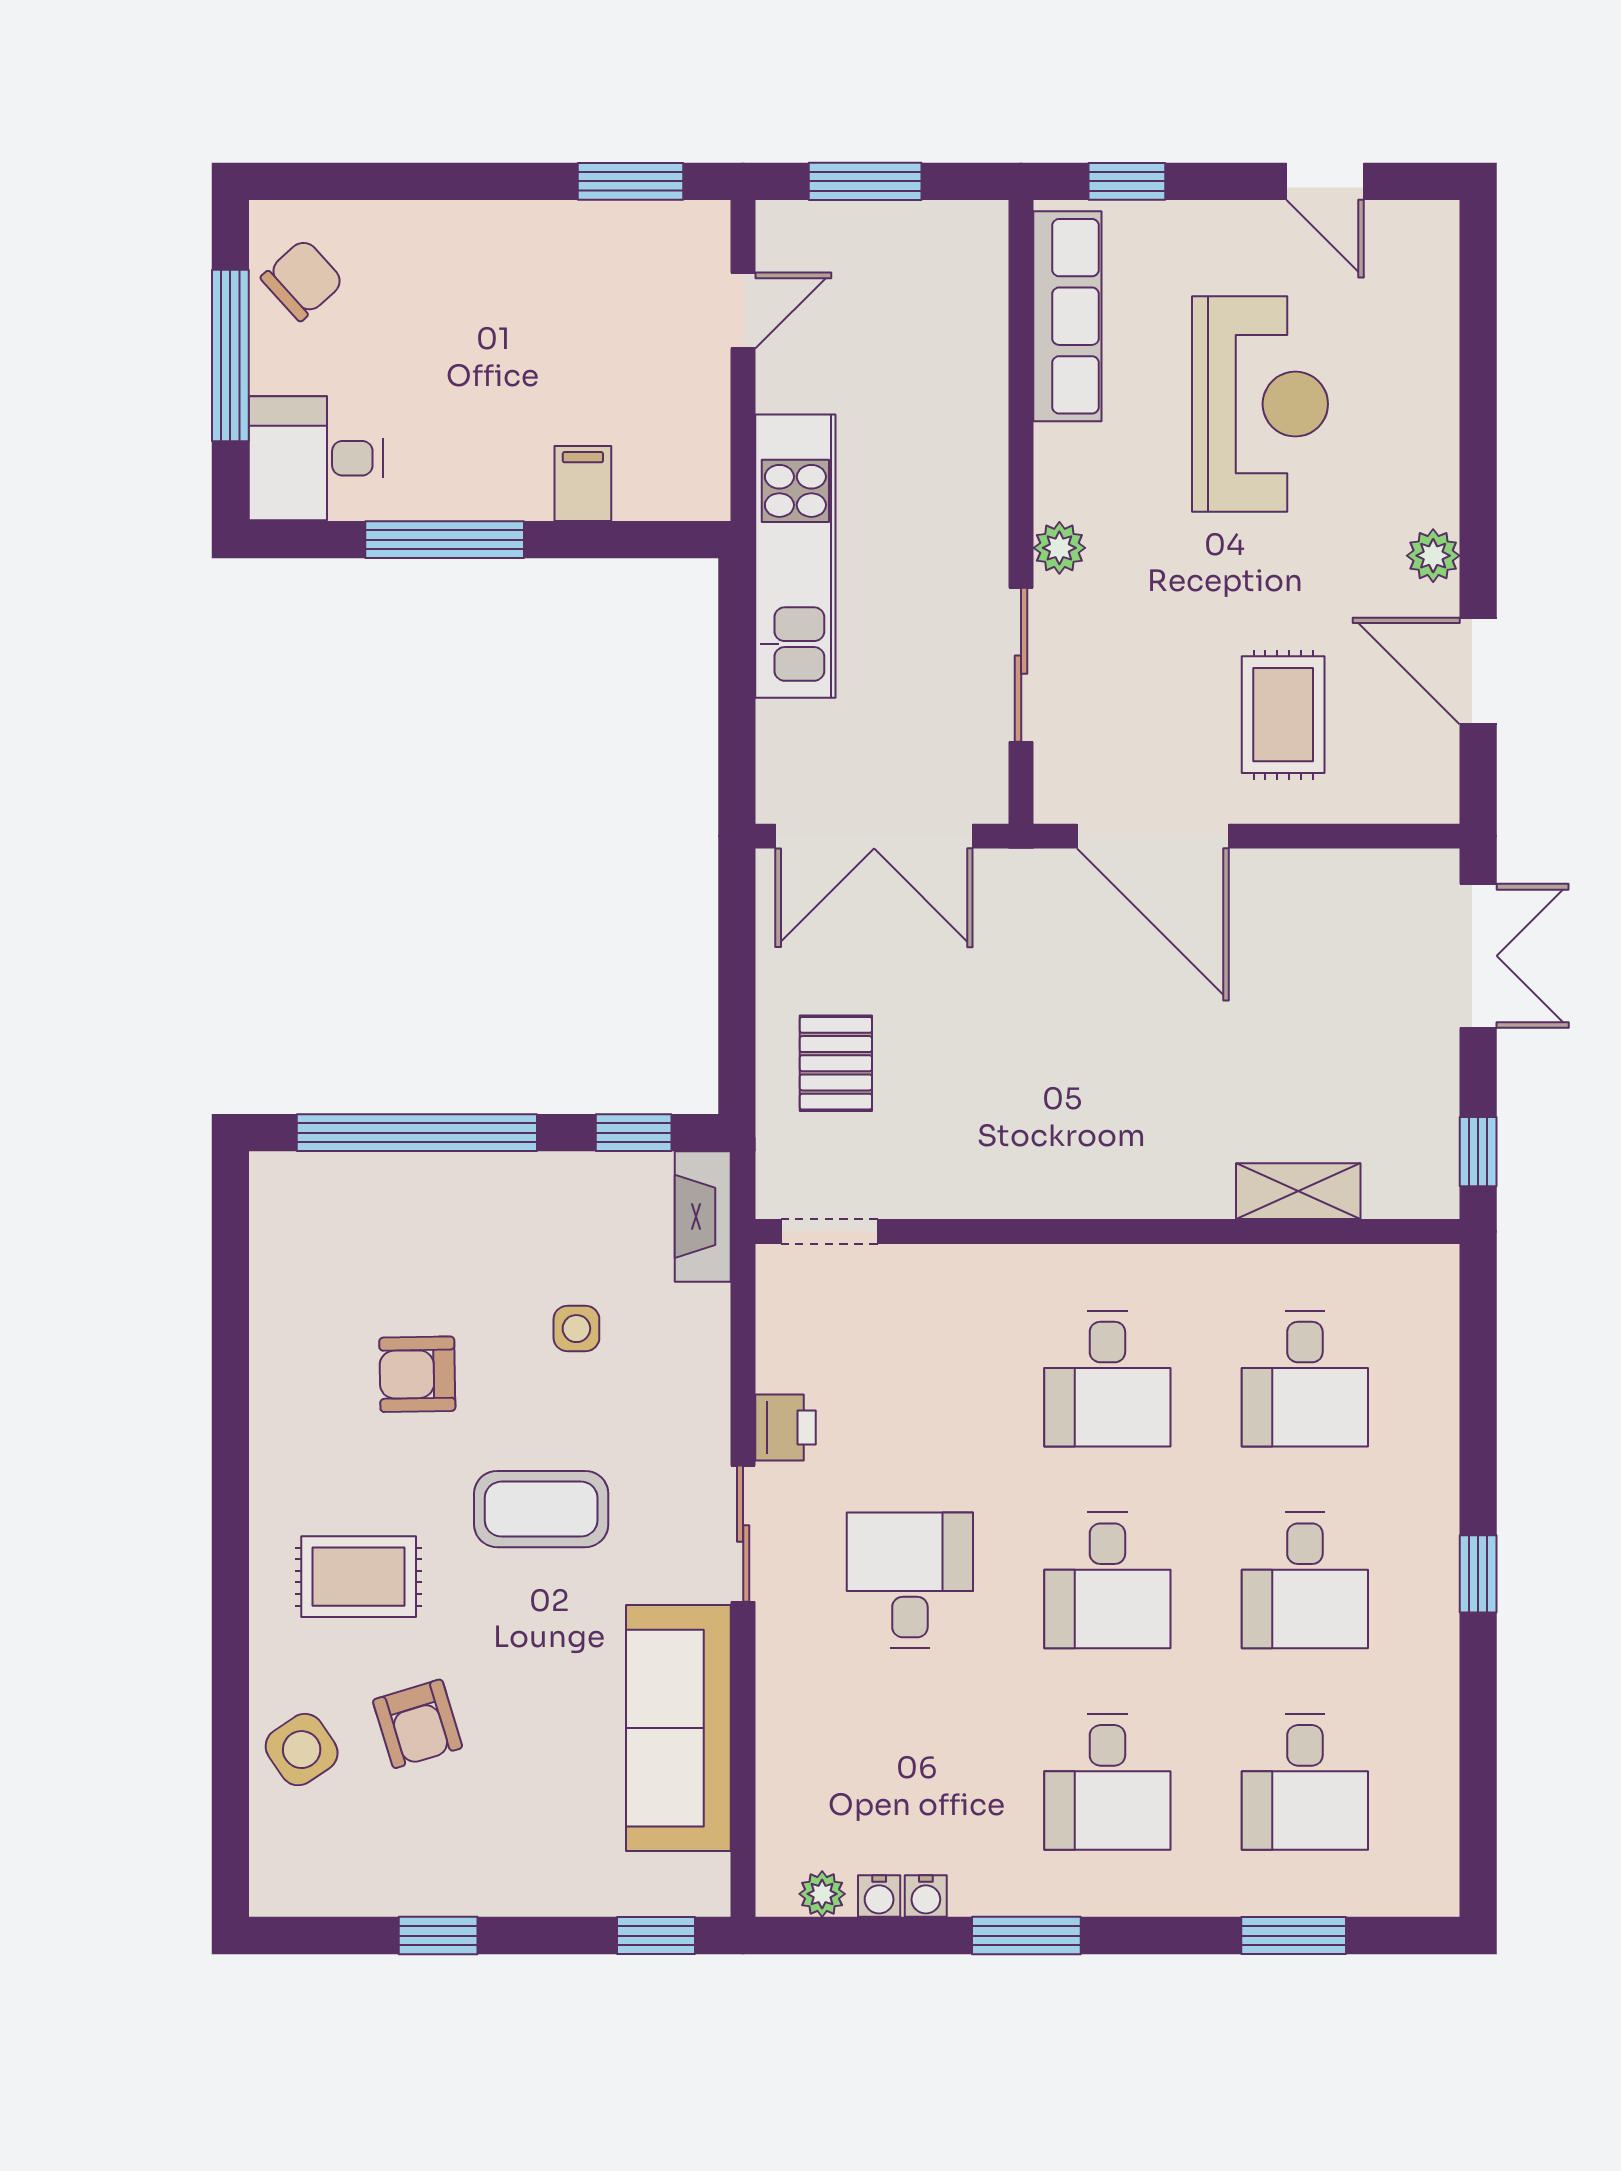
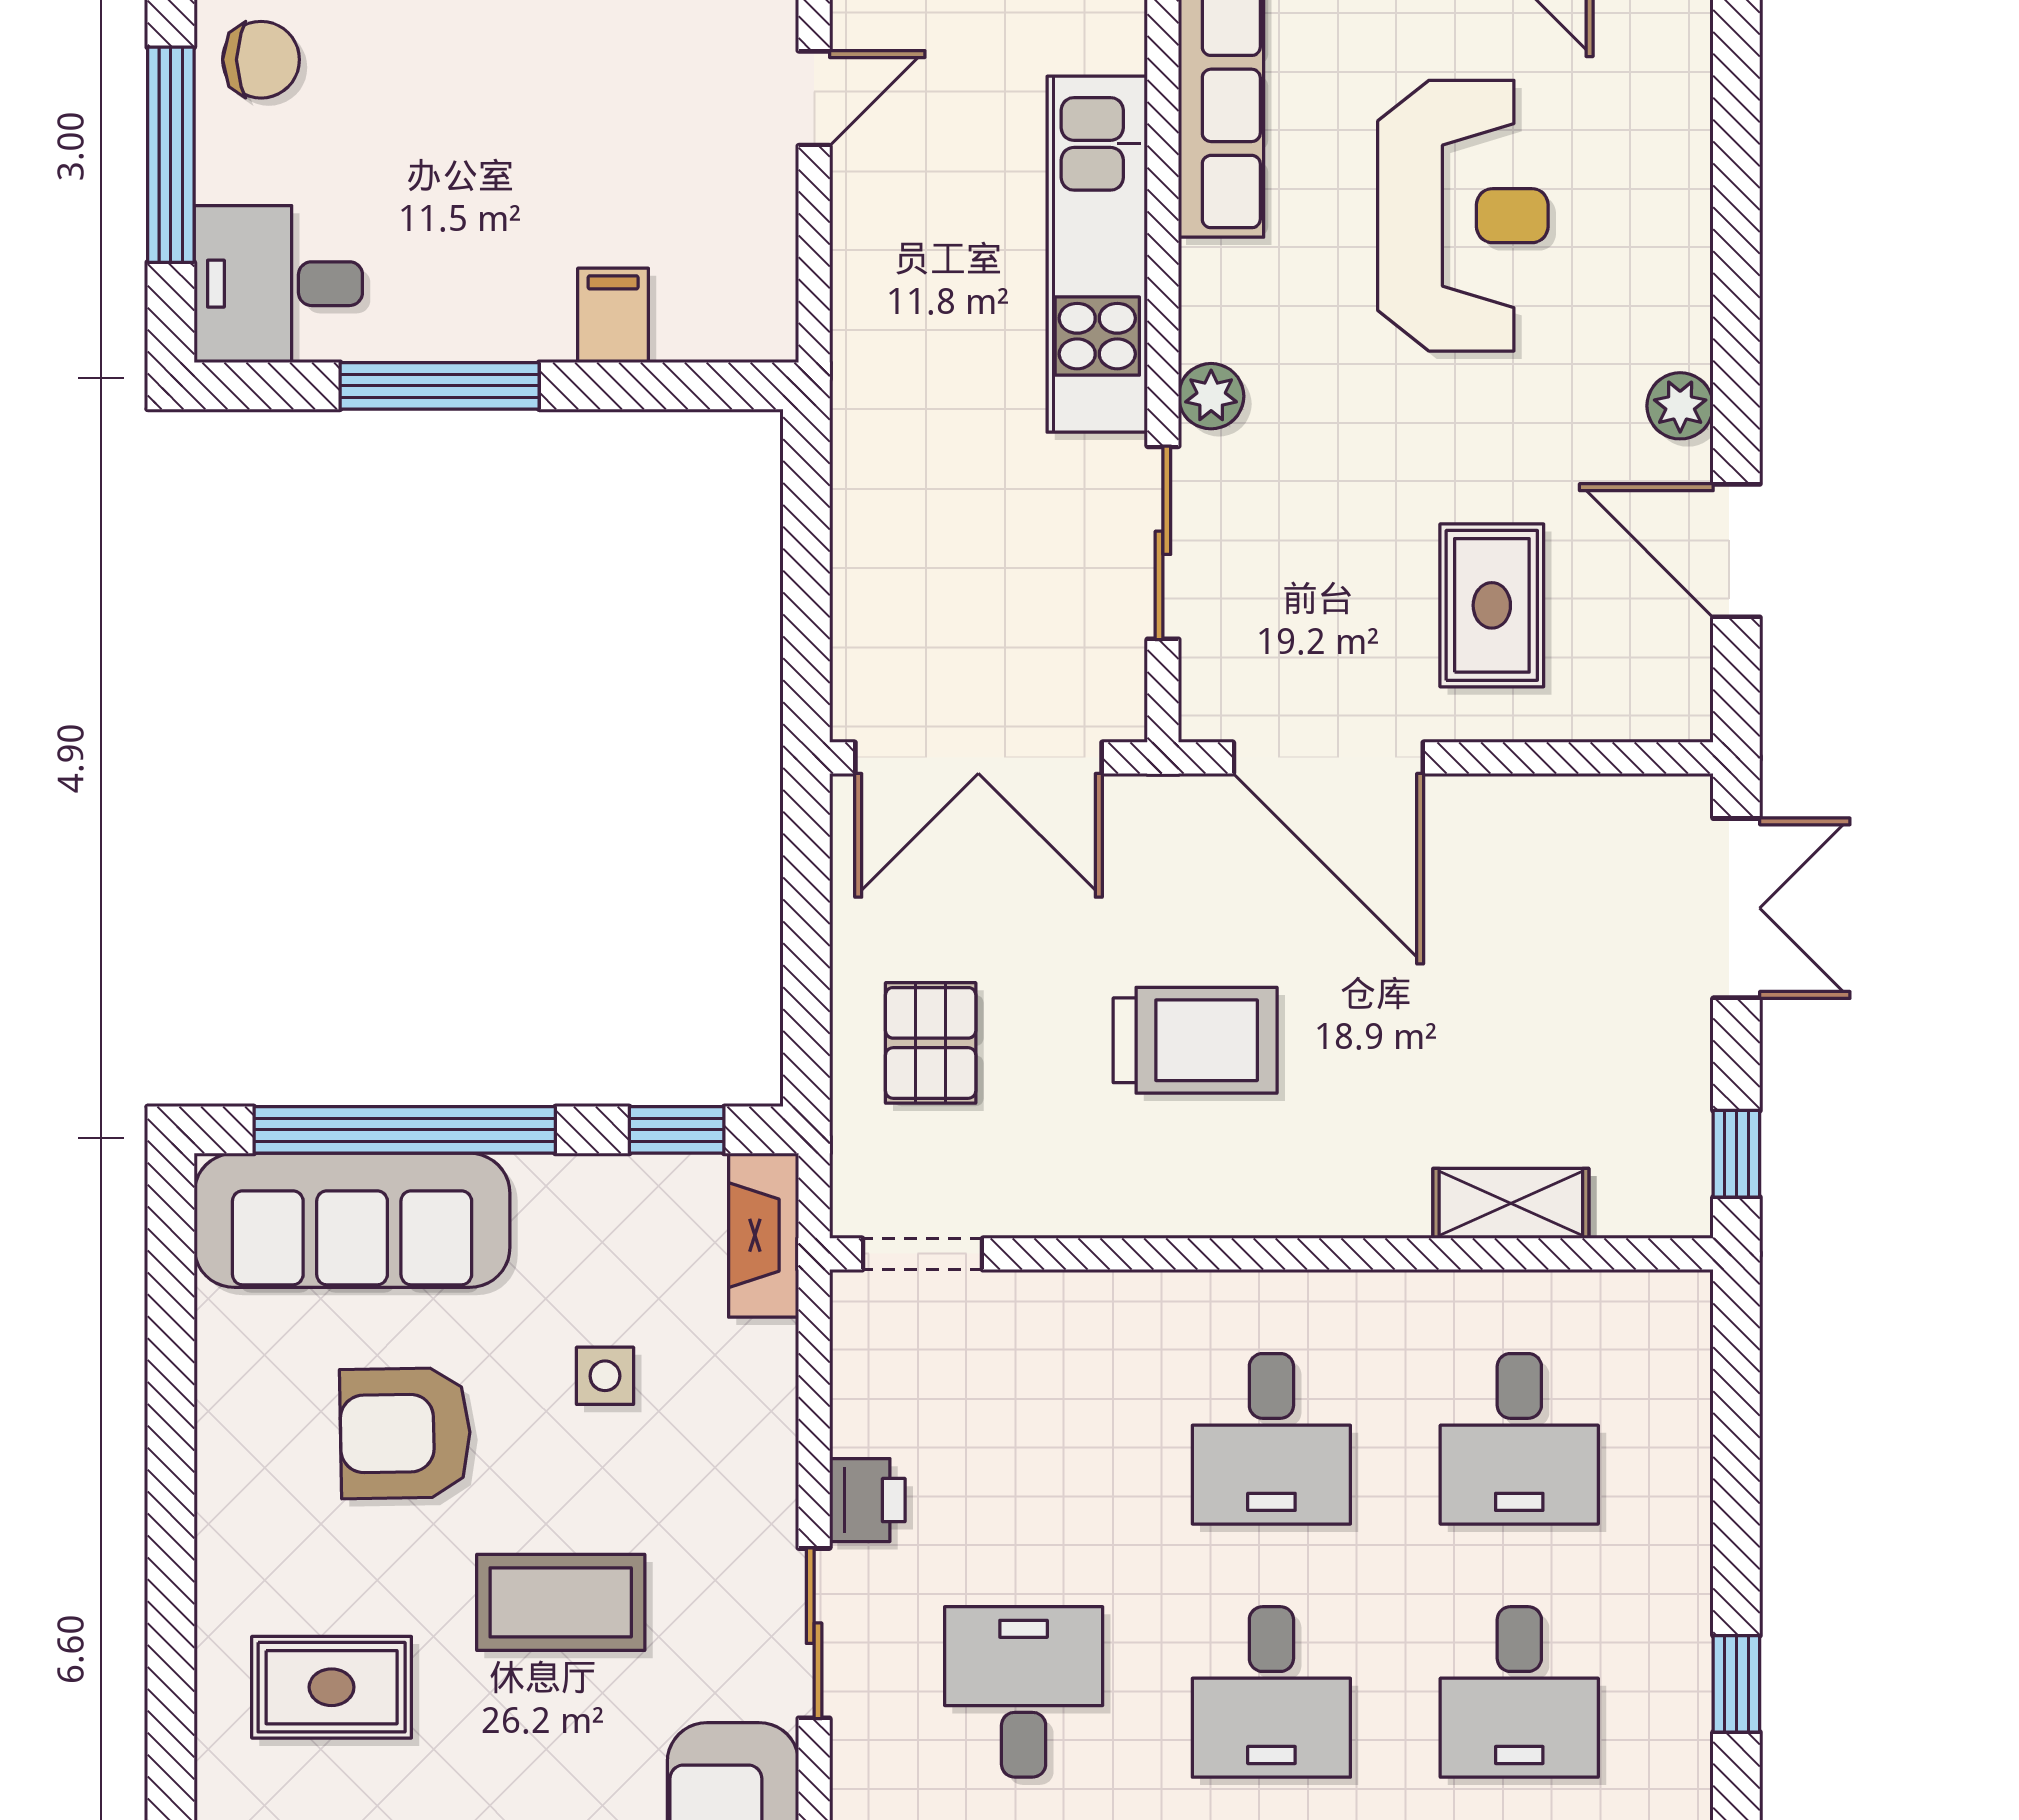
chair: (302, 280) -> (261, 60), turned 42
kitchen unit: (795, 556) -> (1097, 254), moved, turned 180
trolley: (1047, 1061) -> (1195, 1040), added
sofa: (375, 1205) -> (352, 1220), added
armchair: (417, 1374) -> (405, 1433), width x1.38, depth x1.38

